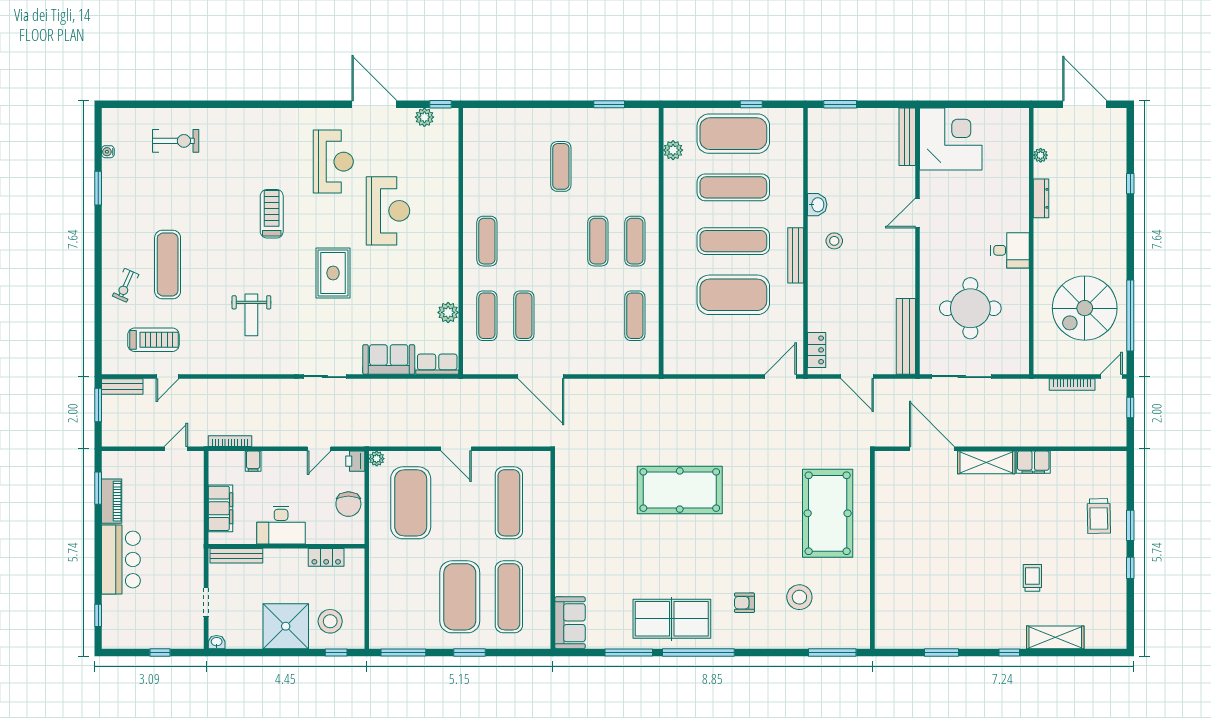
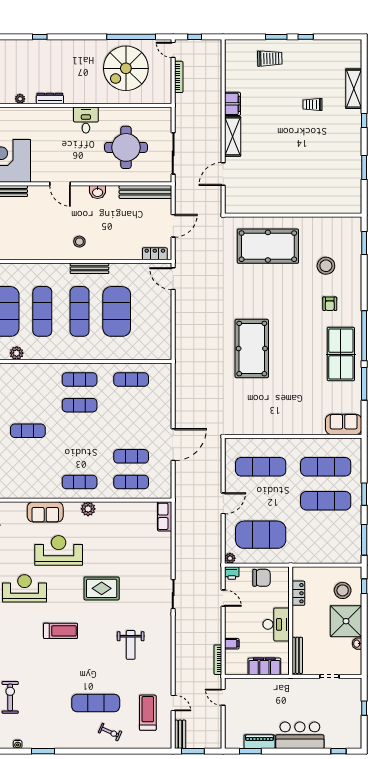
washbasin: (817, 205) -> (98, 192), moved, turned 180
treadmill: (272, 214) -> (61, 631), turned 180
spiral stairs: (1085, 308) -> (126, 68), turned 90
plant: (448, 312) -> (88, 509), moved
weight bench: (251, 315) -> (131, 645), turned 90
sofa: (389, 359) -> (45, 512), moved, turned -90
door: (932, 449) -> (223, 174), width x0.73
exercise mat: (460, 597) -> (326, 501), width x0.68
washbasin: (217, 642) -> (357, 644), moved
window: (832, 652) -> (364, 243), width x0.69

